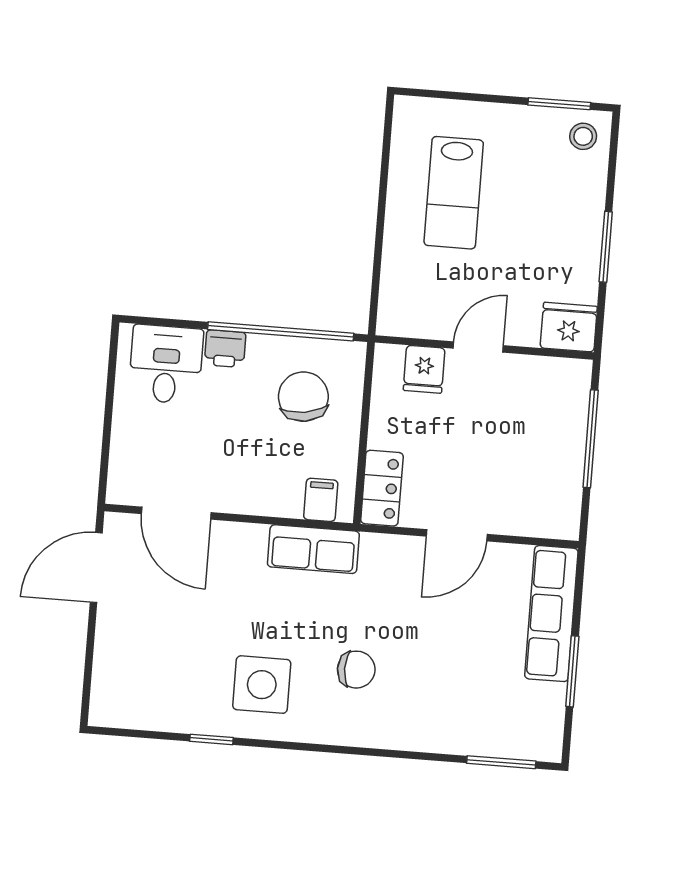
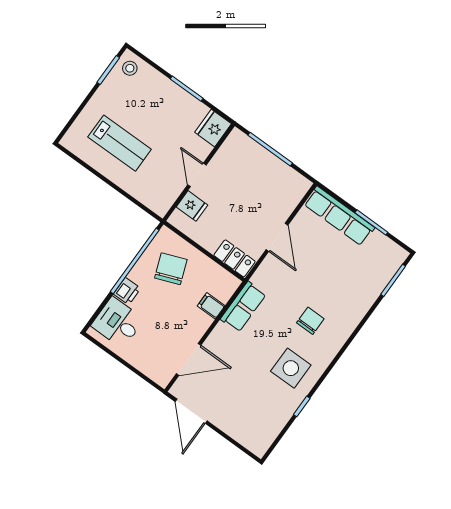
chair: (303, 397) -> (171, 269), turned 78
filing cabinet: (321, 500) -> (211, 306), moved

